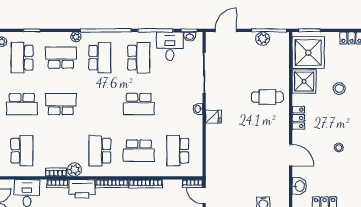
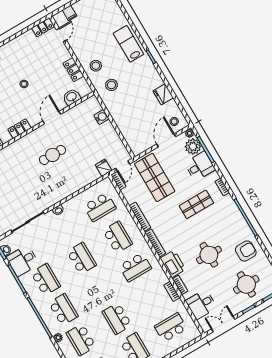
school desk: (100, 58) -> (63, 310), turned 90
school desk: (139, 58) -> (46, 280), turned 90
cafe table: (267, 97) -> (53, 155), moved, turned 90
fridge: (213, 117) -> (104, 168), moved
plant: (75, 170) -> (161, 278), removed

